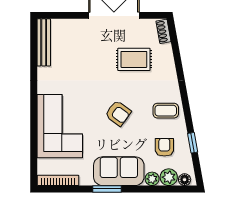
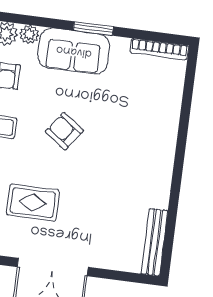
corner sofa: (60, 126) -> (147, 124), removed

